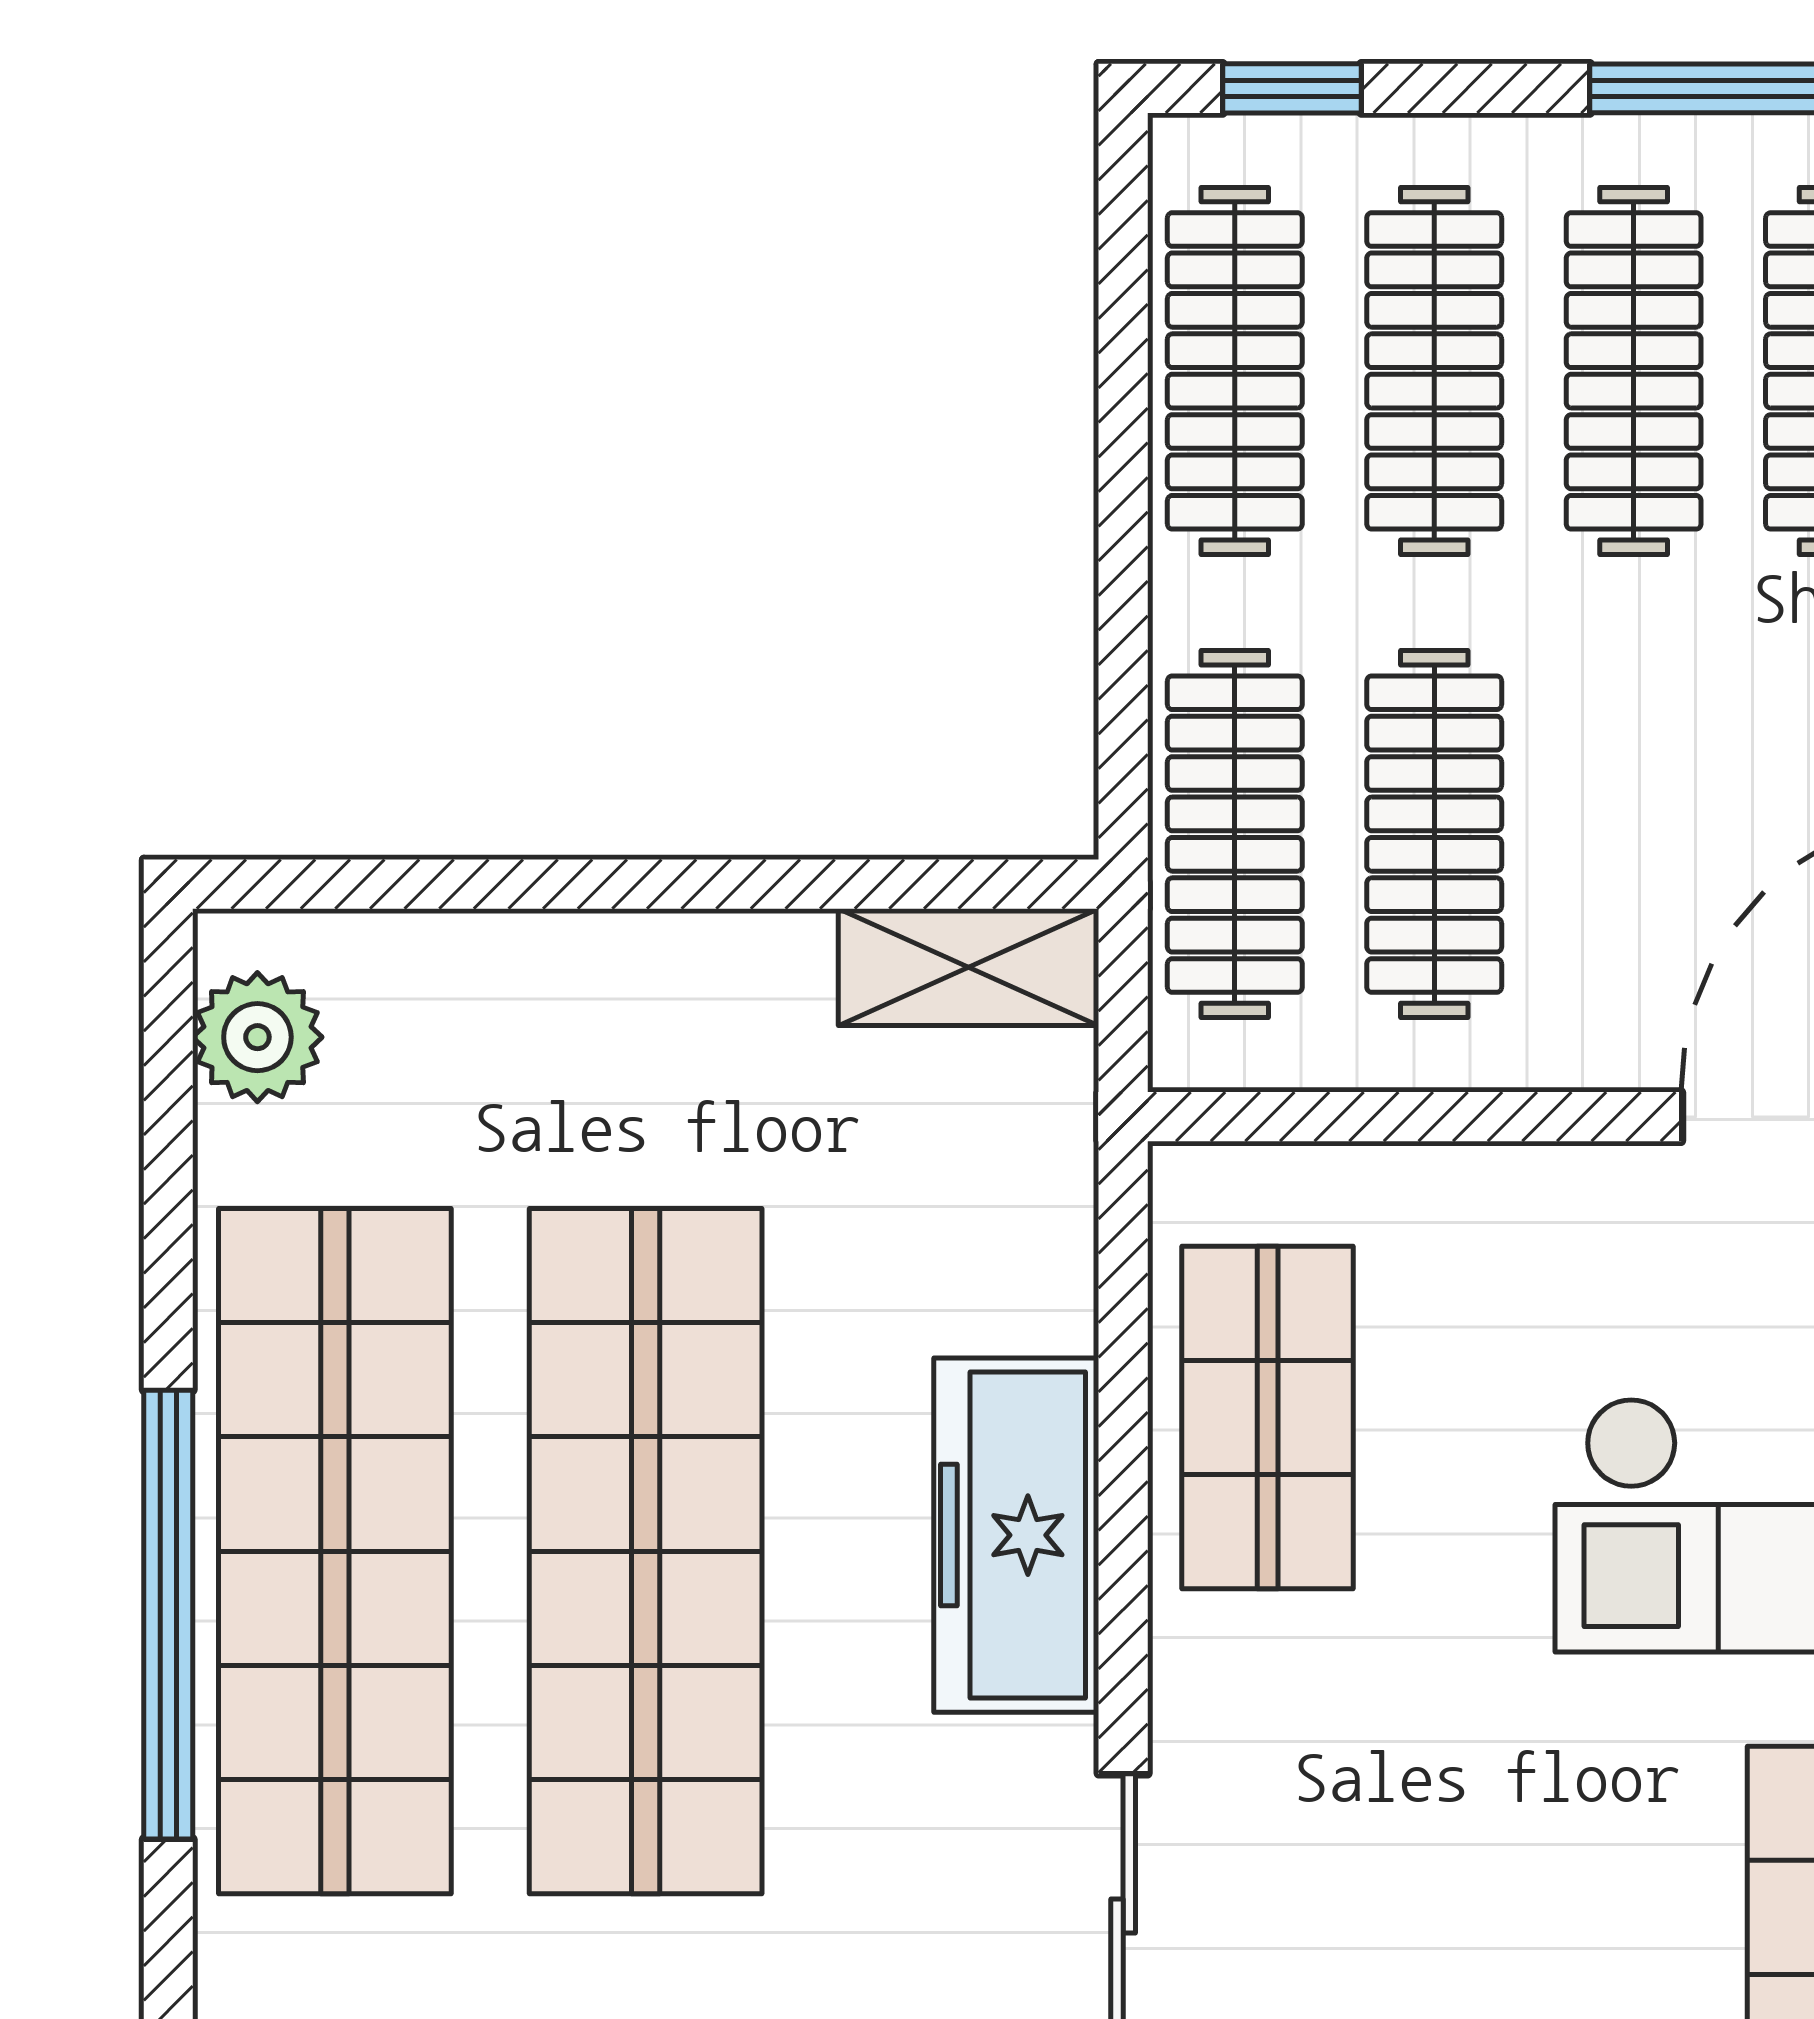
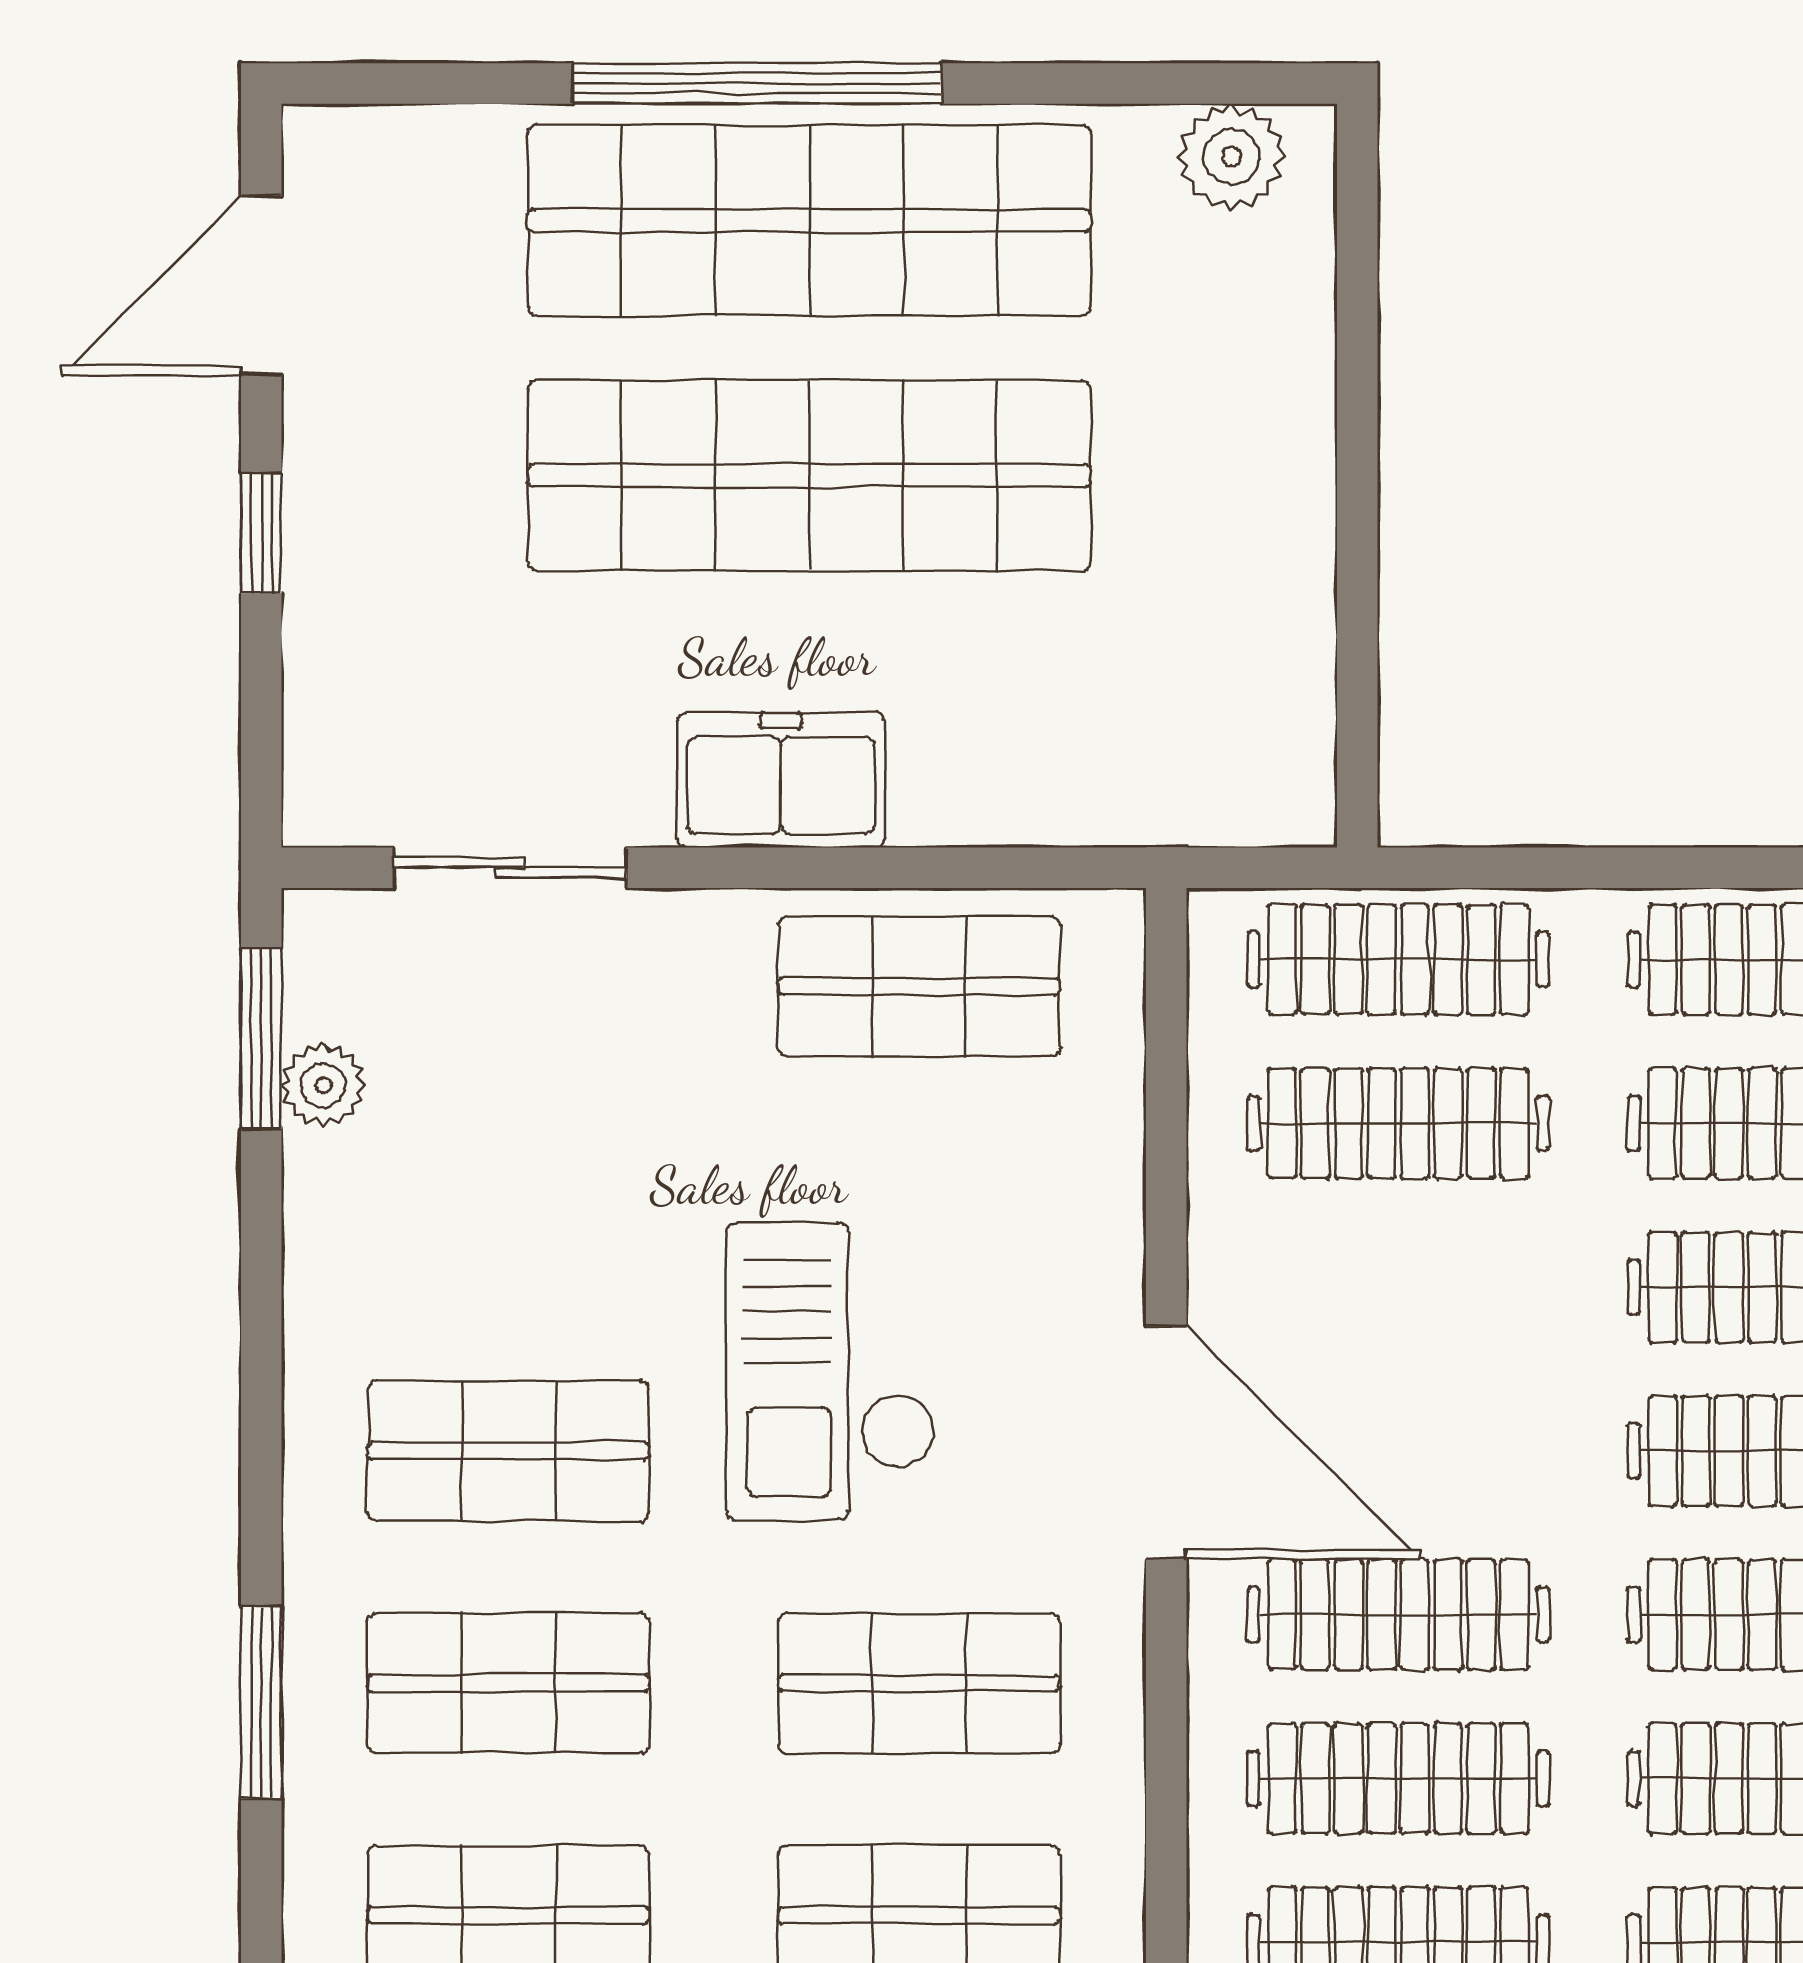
shelving: (968, 967) -> (1289, 741), removed
freezer: (1016, 1535) -> (781, 780), width x0.71

